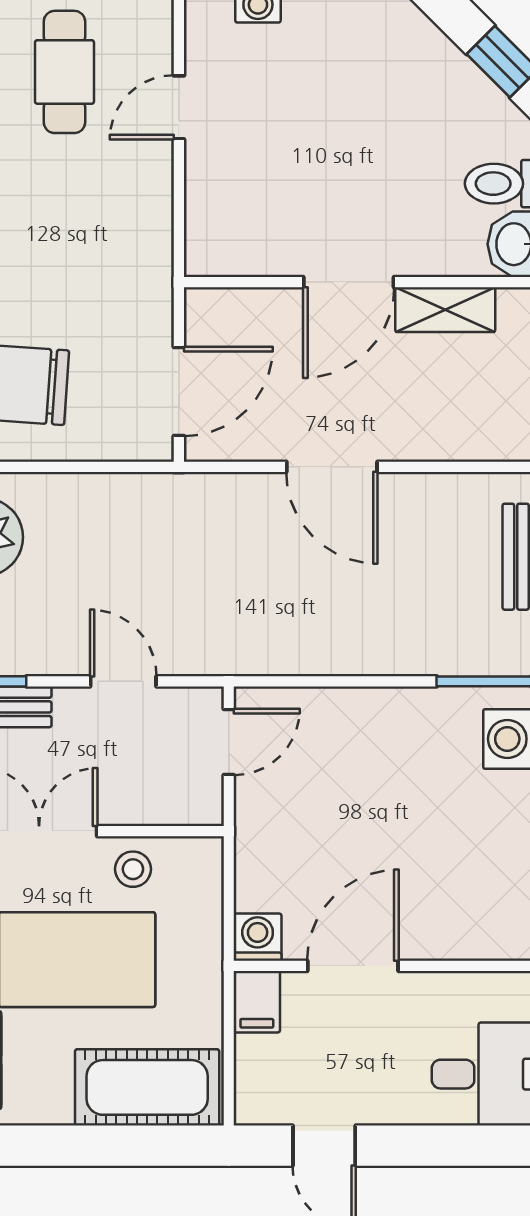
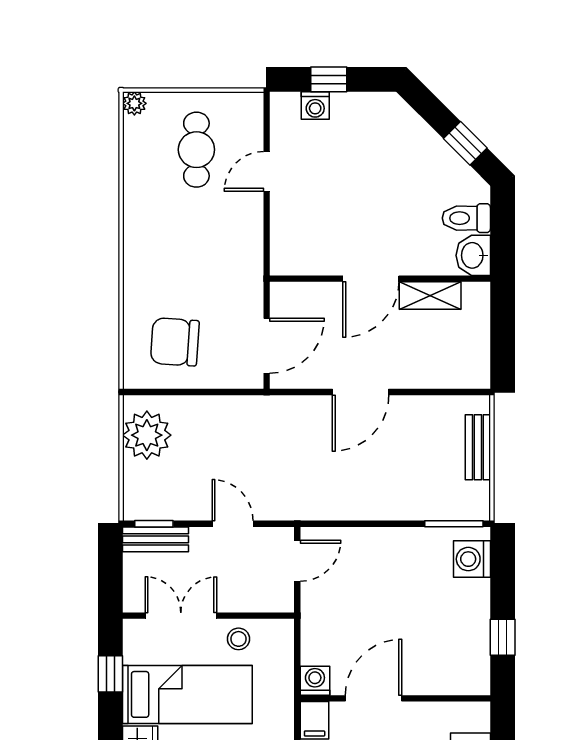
door: (332, 467) -> (361, 392), hinge flipped

